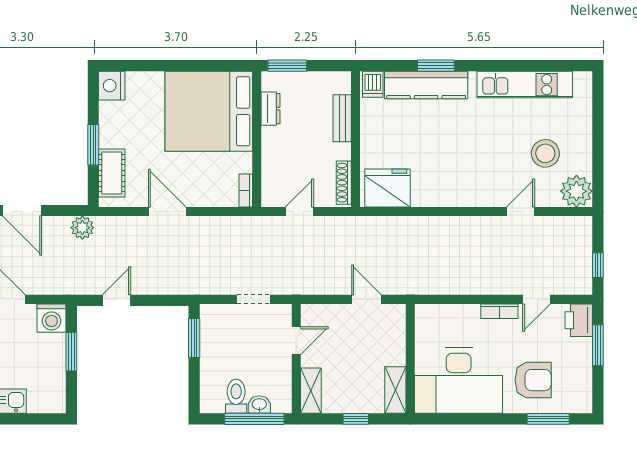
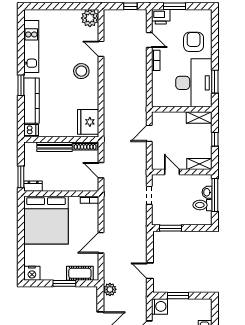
window: (436, 66) -> (21, 85), moved
dresser: (270, 109) -> (33, 186), moved
bench: (342, 118) -> (55, 147), width x1.36
stool: (545, 153) -> (81, 71), moved
window: (548, 419) -> (215, 82), moved

